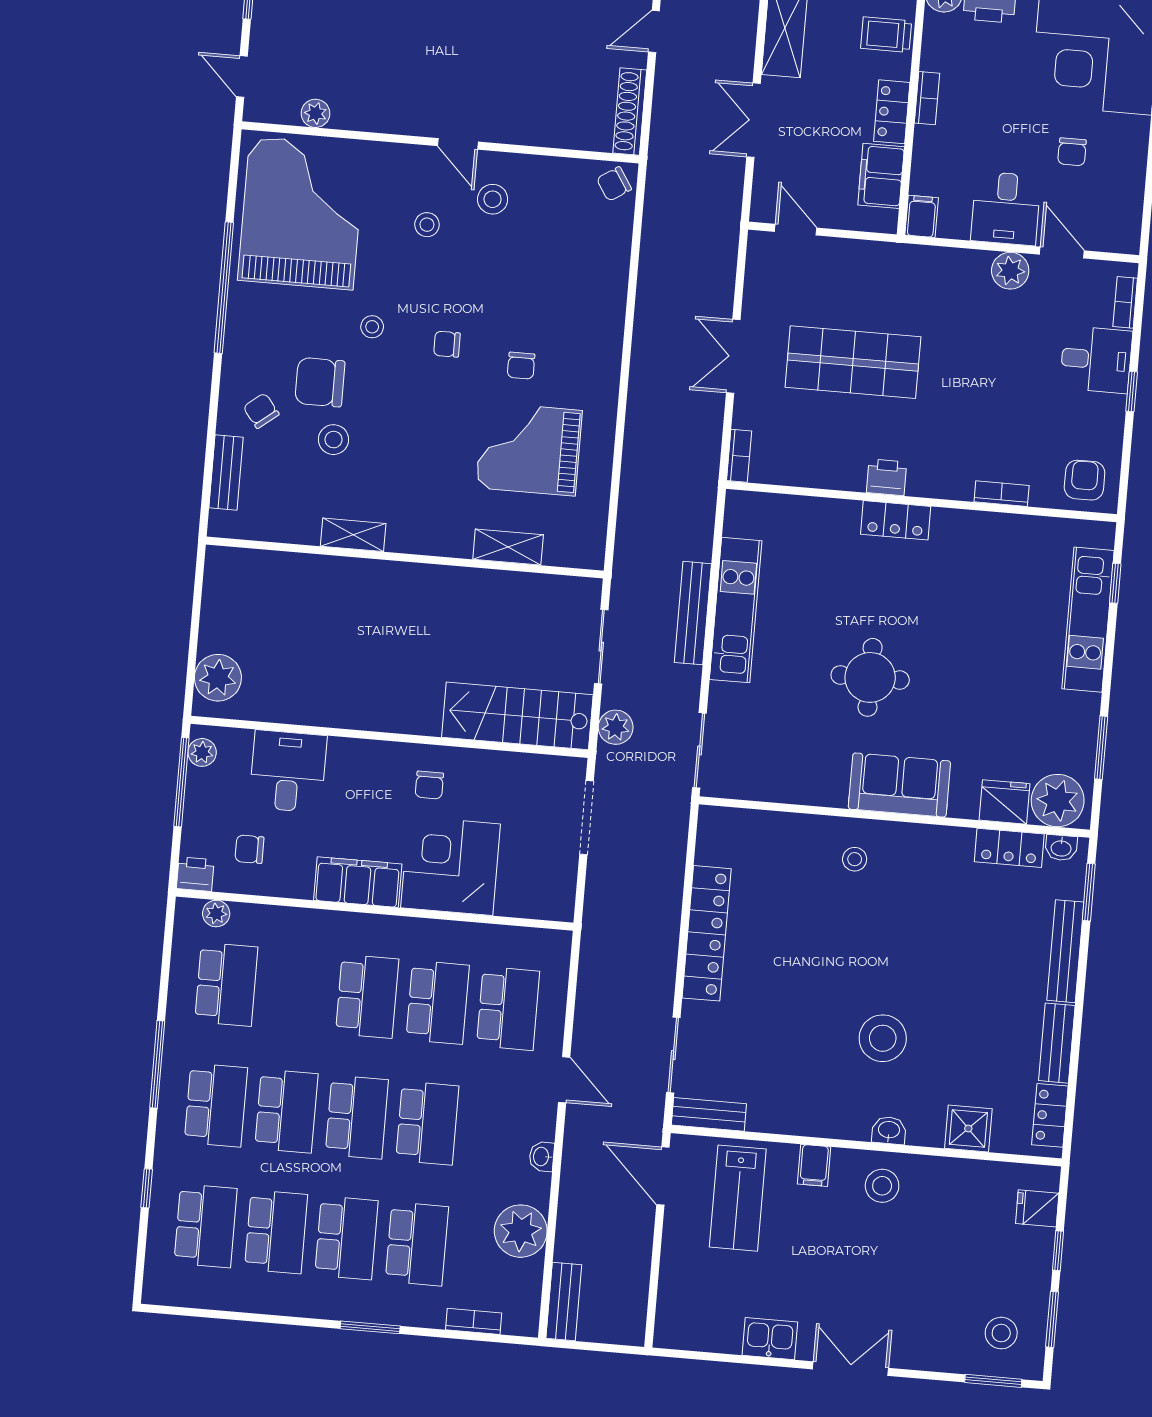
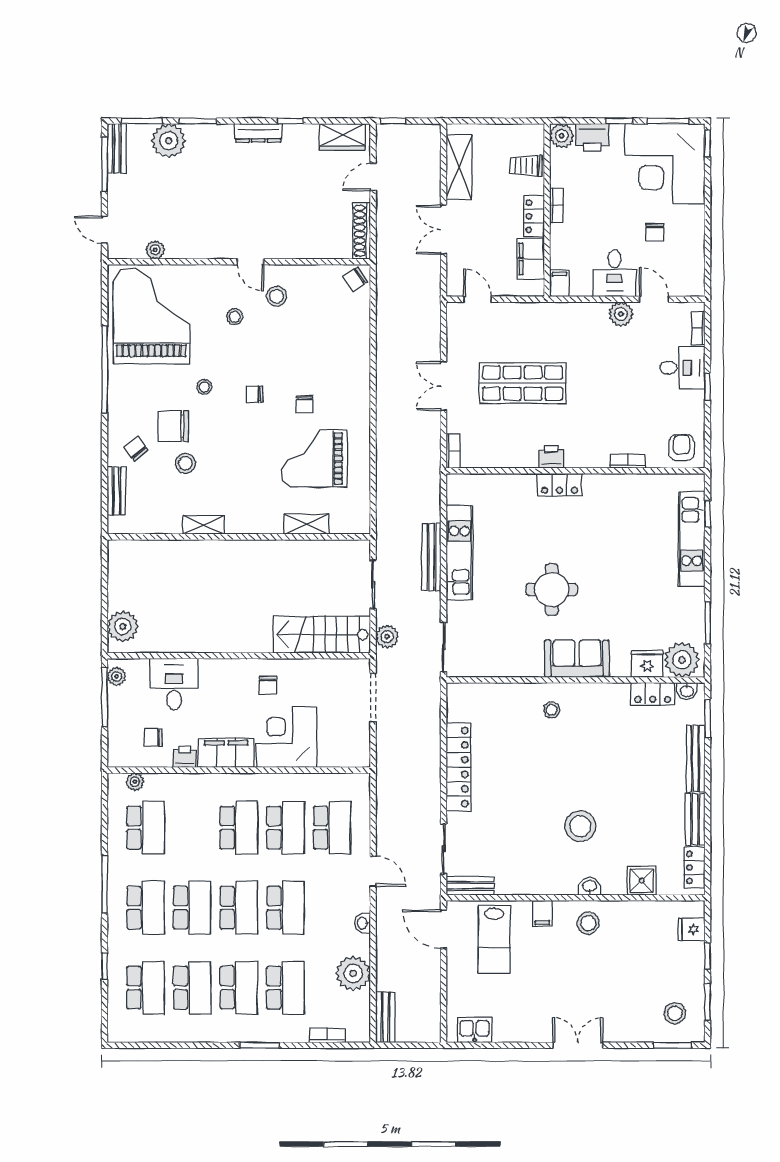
printer: (195, 874) -> (185, 757), moved
kitchen sink: (770, 1339) -> (475, 1030), moved

